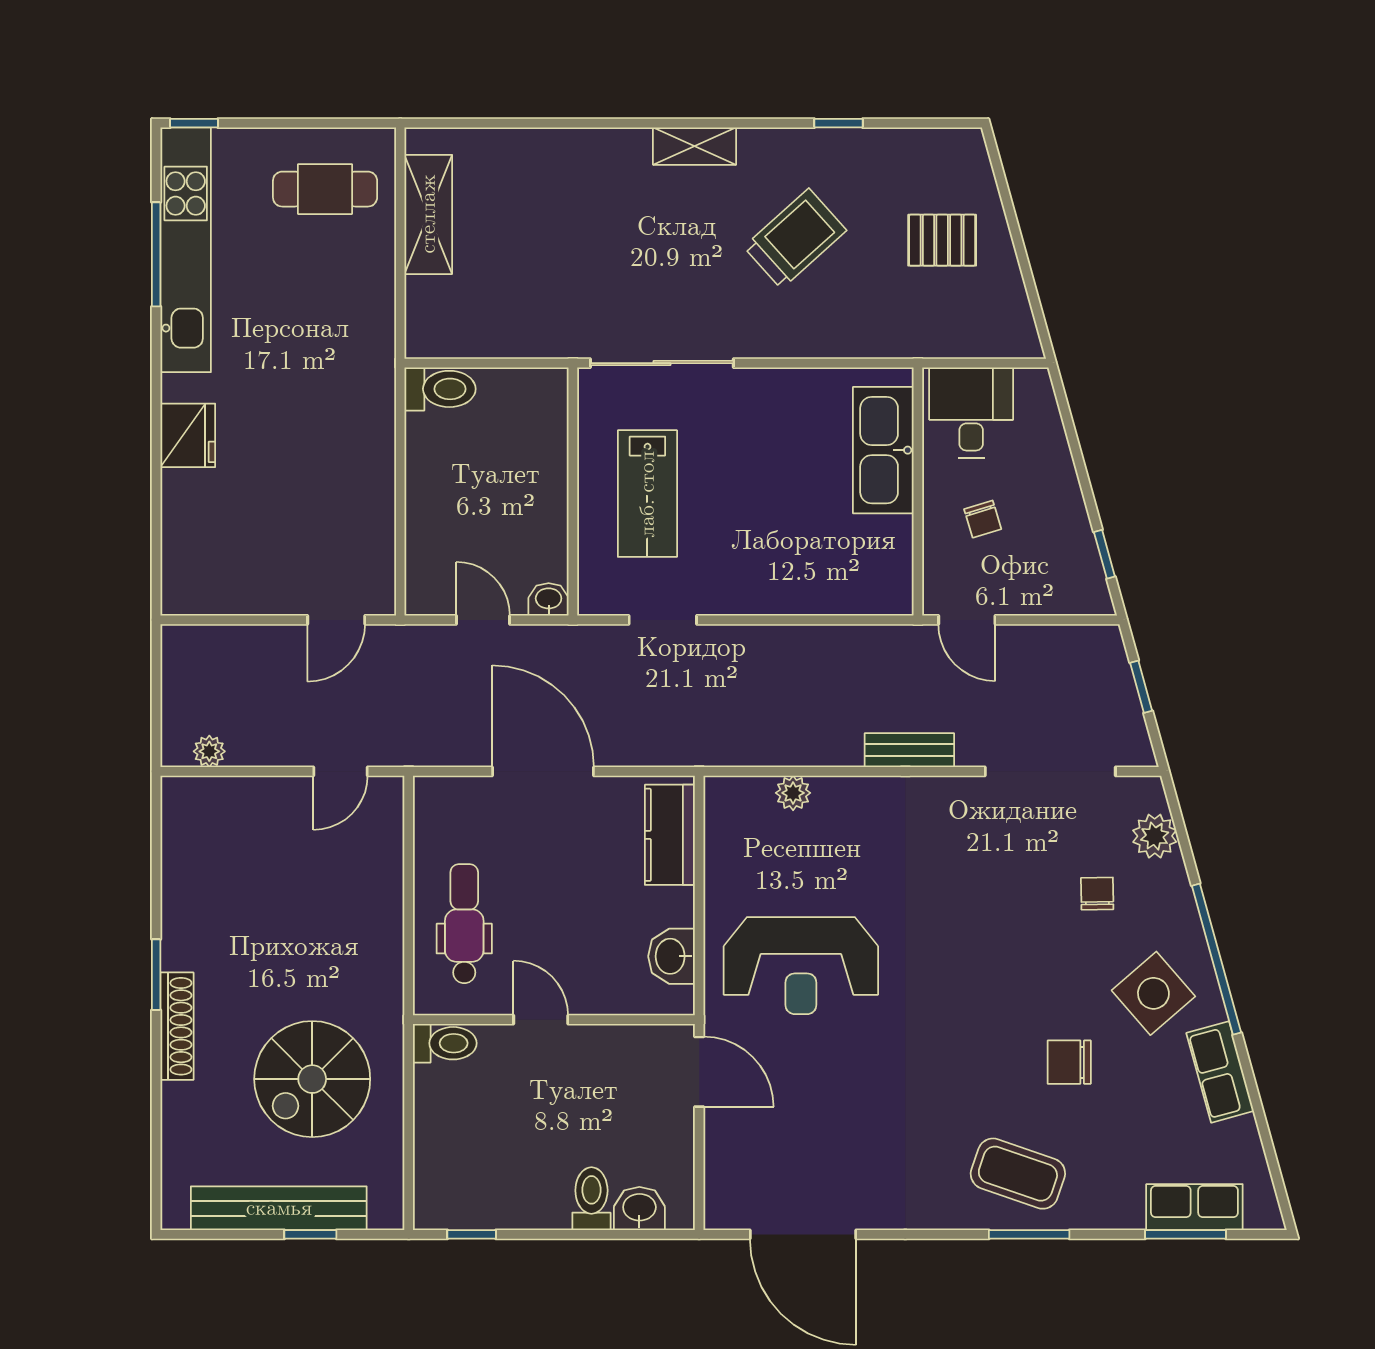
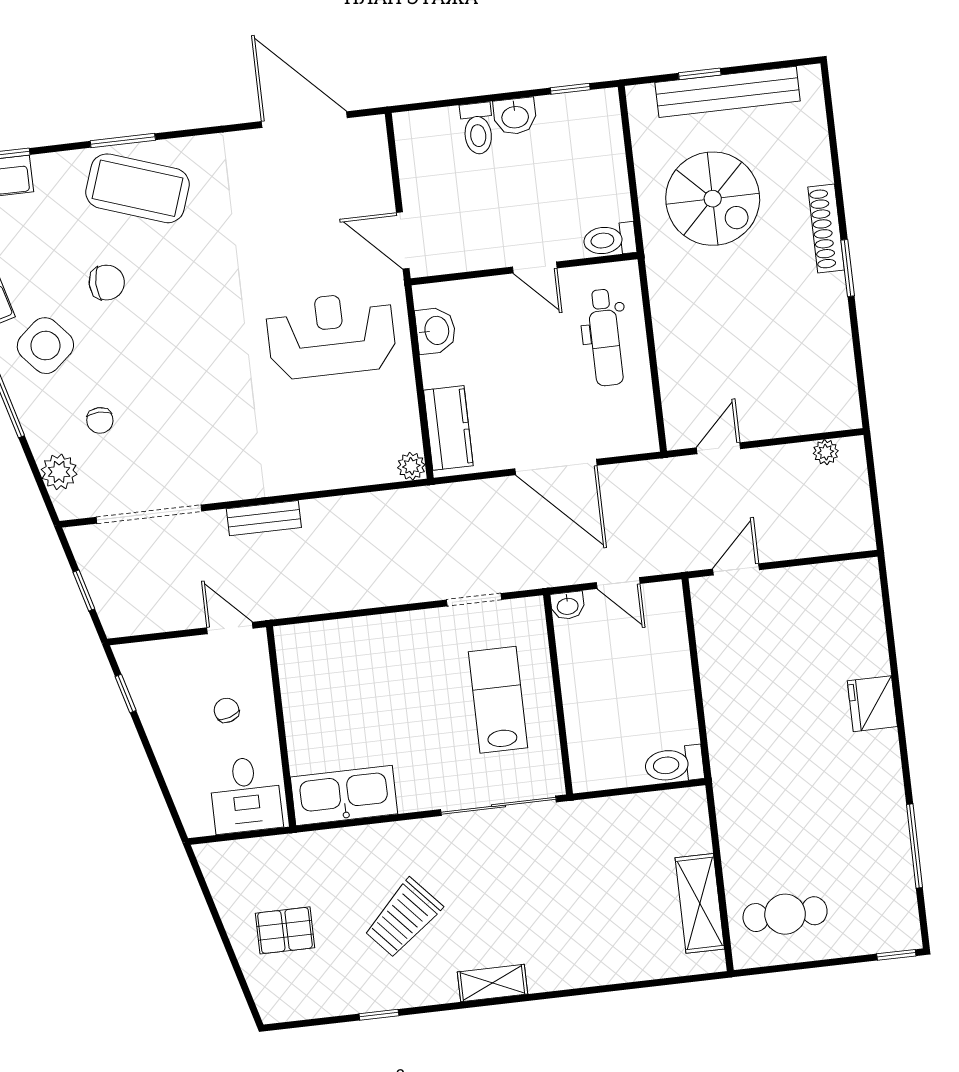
kitchen unit: (186, 250) -> (891, 852), removed
kitchen sink: (883, 450) -> (344, 795), moved, turned -90
plant: (793, 793) -> (411, 466), moved
spiral stairs: (312, 1079) -> (713, 199), turned 90
coffee table: (1018, 1174) -> (138, 188), width x1.36, depth x1.32
washbasin: (639, 1209) -> (515, 116), moved

